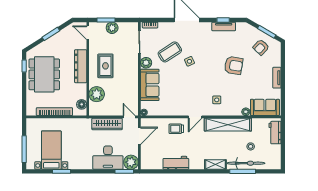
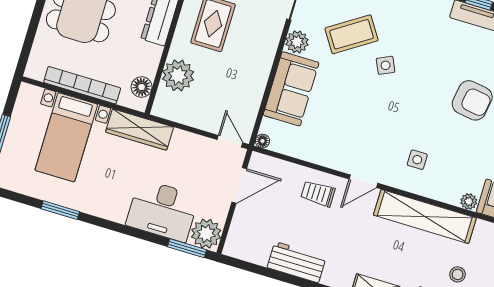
wardrobe: (107, 124) -> (140, 130), moved
bed with nightstands: (51, 150) -> (66, 137), moved, turned 180

